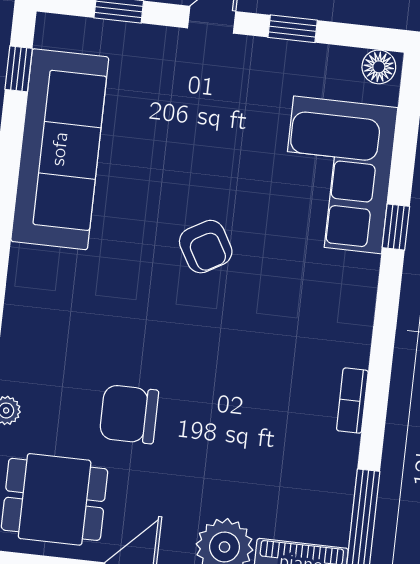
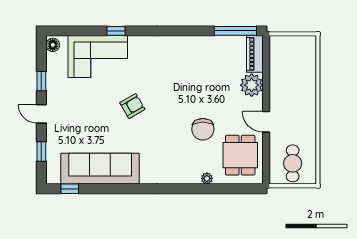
bookcase: (352, 401) -> (187, 41), removed

